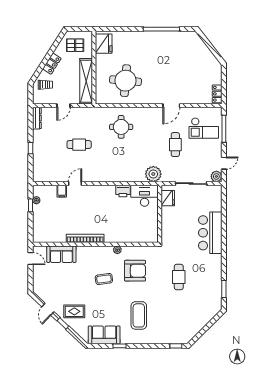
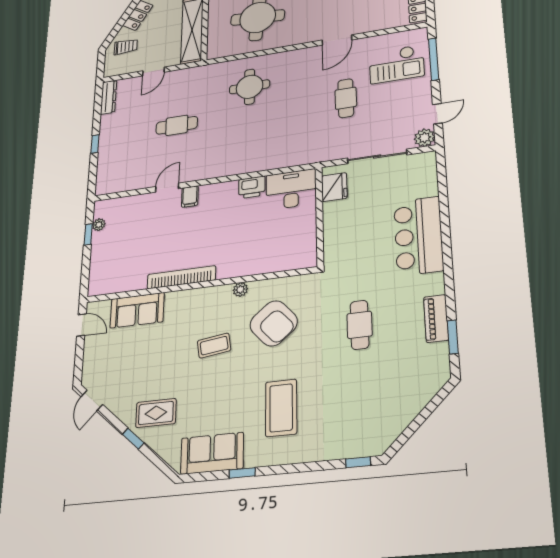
plant: (153, 174) -> (307, 151), removed
filing cabinet: (62, 191) -> (190, 197), moved
armchair: (135, 271) -> (274, 323), turned 49
piano: (216, 278) -> (436, 319), added
door: (48, 309) -> (92, 401), moved

